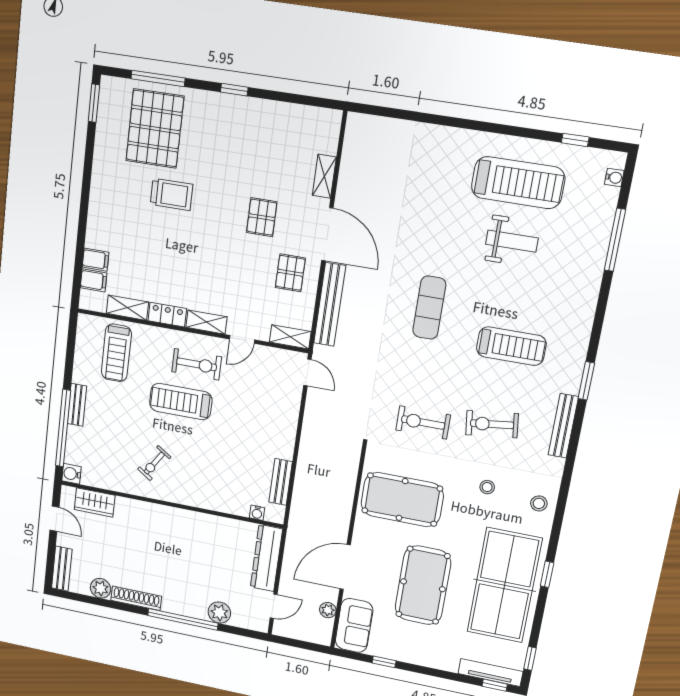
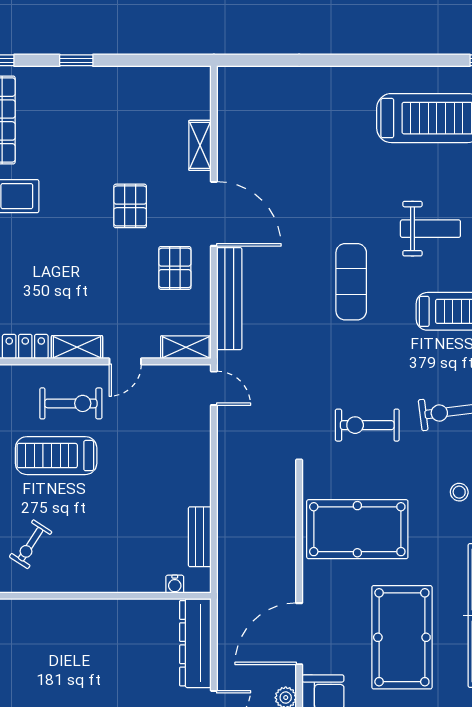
weight bench: (512, 241) -> (430, 229), moved

